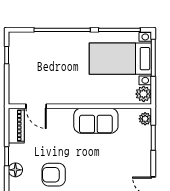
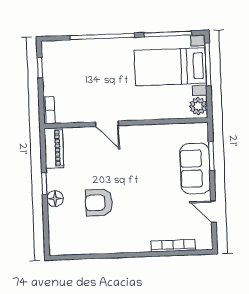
bookcase: (13, 92) -> (49, 110), added
door: (36, 106) -> (107, 124), moved
plant: (145, 119) -> (201, 135), removed
sofa: (96, 121) -> (195, 169), moved, turned 90

